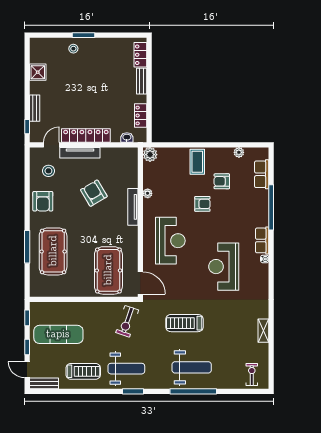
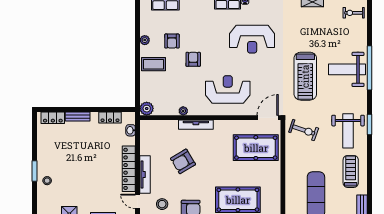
plant: (239, 152) -> (145, 40), moved
treadmill: (184, 323) -> (305, 76), width x1.37, depth x1.38
weight bench: (192, 367) -> (347, 69), turned -90
weight bench: (126, 369) -> (348, 131), turned 180

